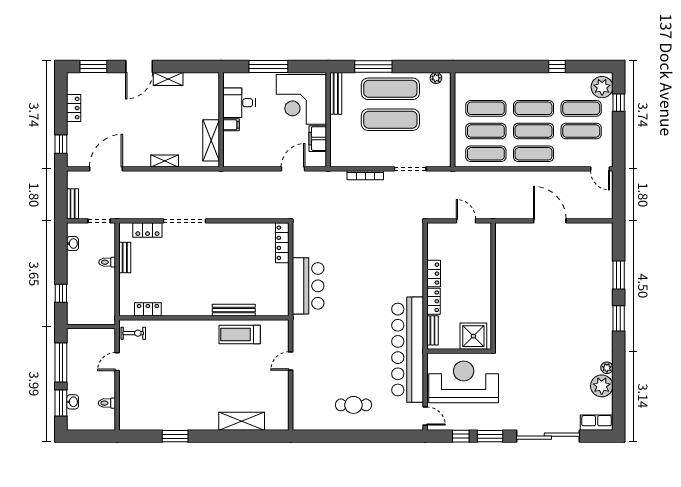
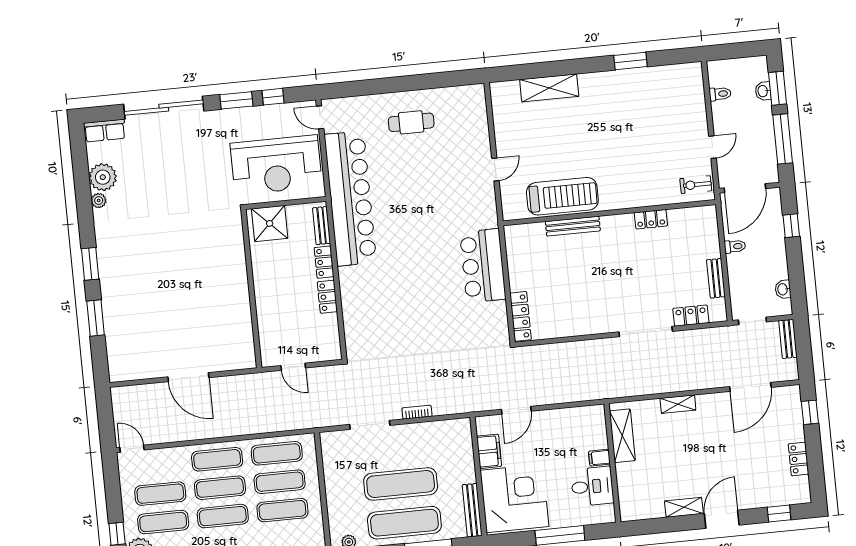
window: (93, 66) -> (779, 513), width x0.67
bookcase: (365, 175) -> (417, 412), width x0.64
toilet: (107, 262) -> (735, 246), moved
locker: (148, 309) -> (651, 219), moved
door: (95, 326) -> (745, 188), added
treadmill: (240, 334) -> (562, 196), width x1.37, depth x1.38

